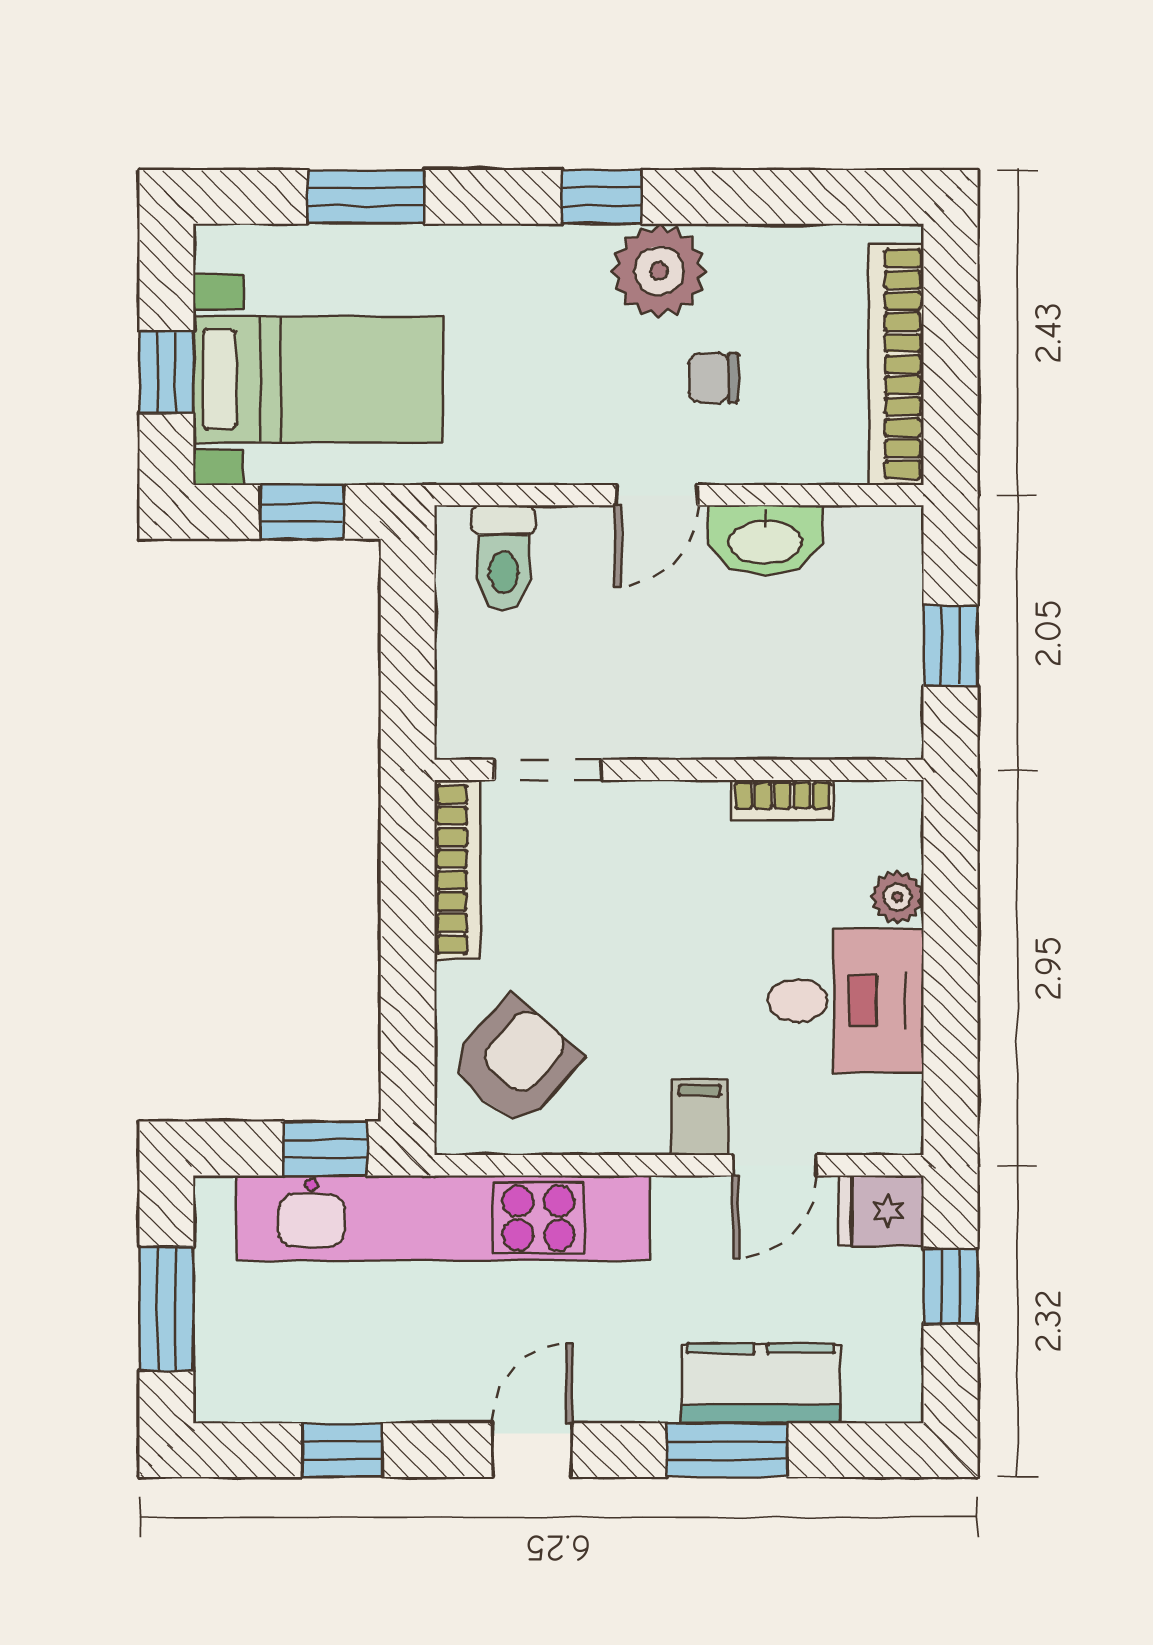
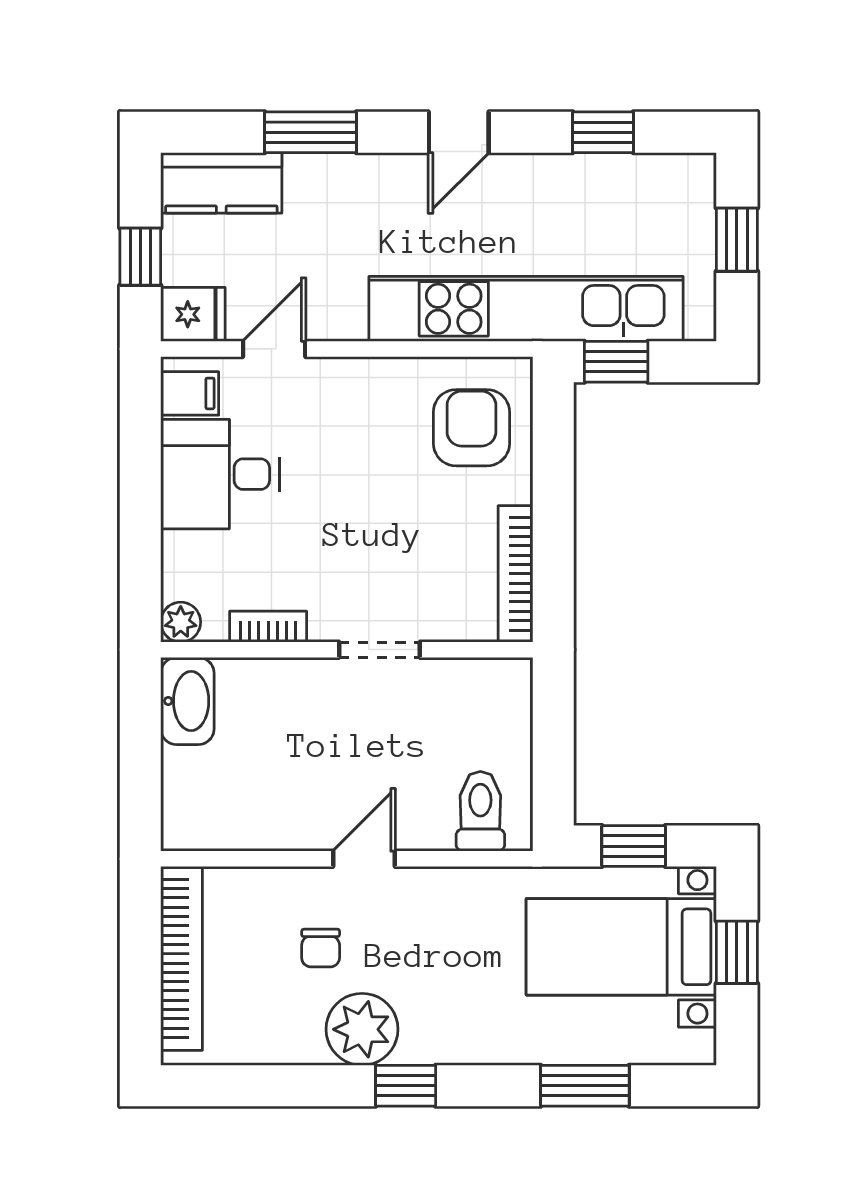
chair: (714, 378) -> (321, 948), turned 90
washbasin: (765, 540) -> (187, 701), moved, turned 90
window: (950, 646) -> (140, 744), removed
doorway: (548, 770) -> (379, 650), moved
plant: (897, 897) -> (181, 622), moved
armchair: (515, 1062) -> (471, 428), turned 139
filing cabinet: (700, 1117) -> (190, 393), moved, turned -90
window: (166, 1309) -> (737, 240), width x0.67
kitchen counter: (761, 1383) -> (221, 183), moved

